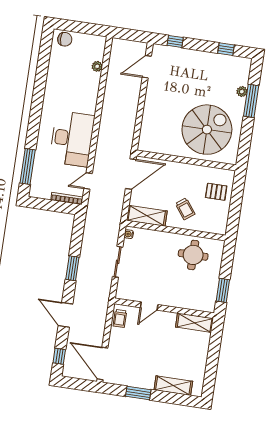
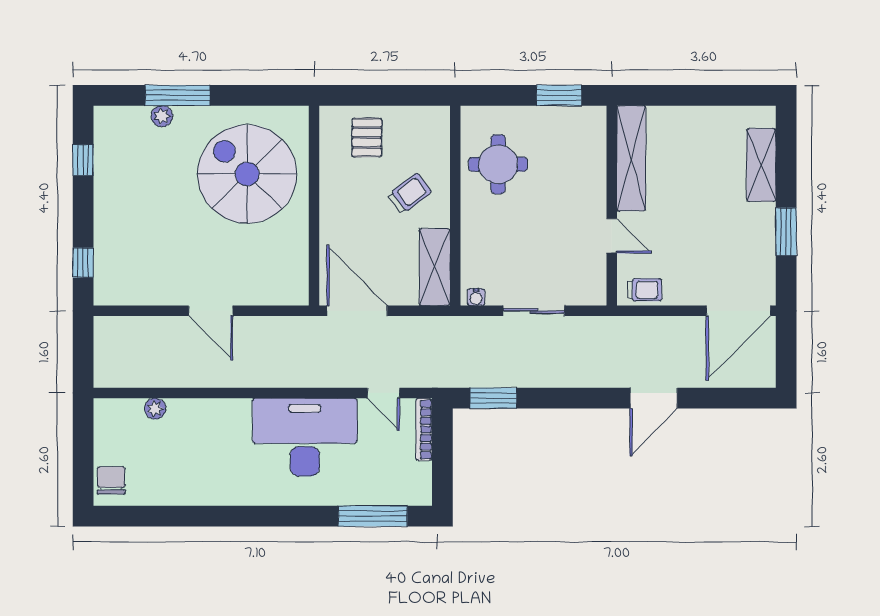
door: (147, 67) -> (211, 311), moved
window: (72, 268) -> (493, 398), moved
shelving: (195, 323) -> (631, 158), width x1.47
window: (59, 356) -> (737, 398), removed

